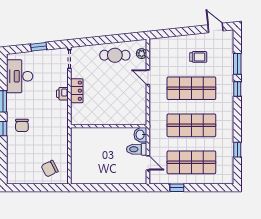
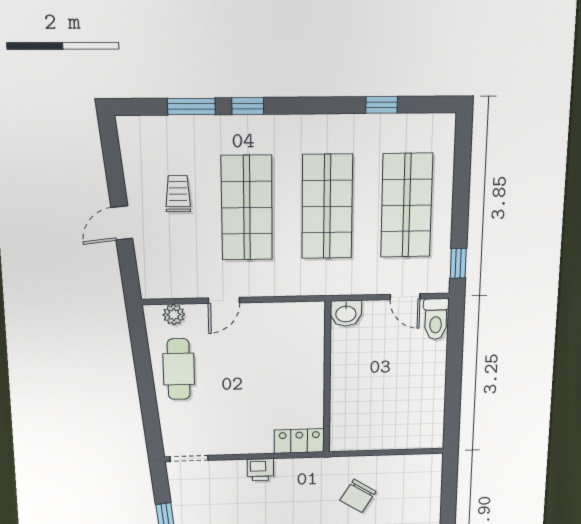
door: (216, 28) -> (122, 223), moved
locker: (77, 91) -> (299, 441), moved
toilet: (137, 149) -> (436, 319), moved
door: (148, 163) -> (405, 297), swing flipped
chair: (50, 169) -> (358, 496), moved, turned 59
window: (177, 188) -> (458, 263), moved

